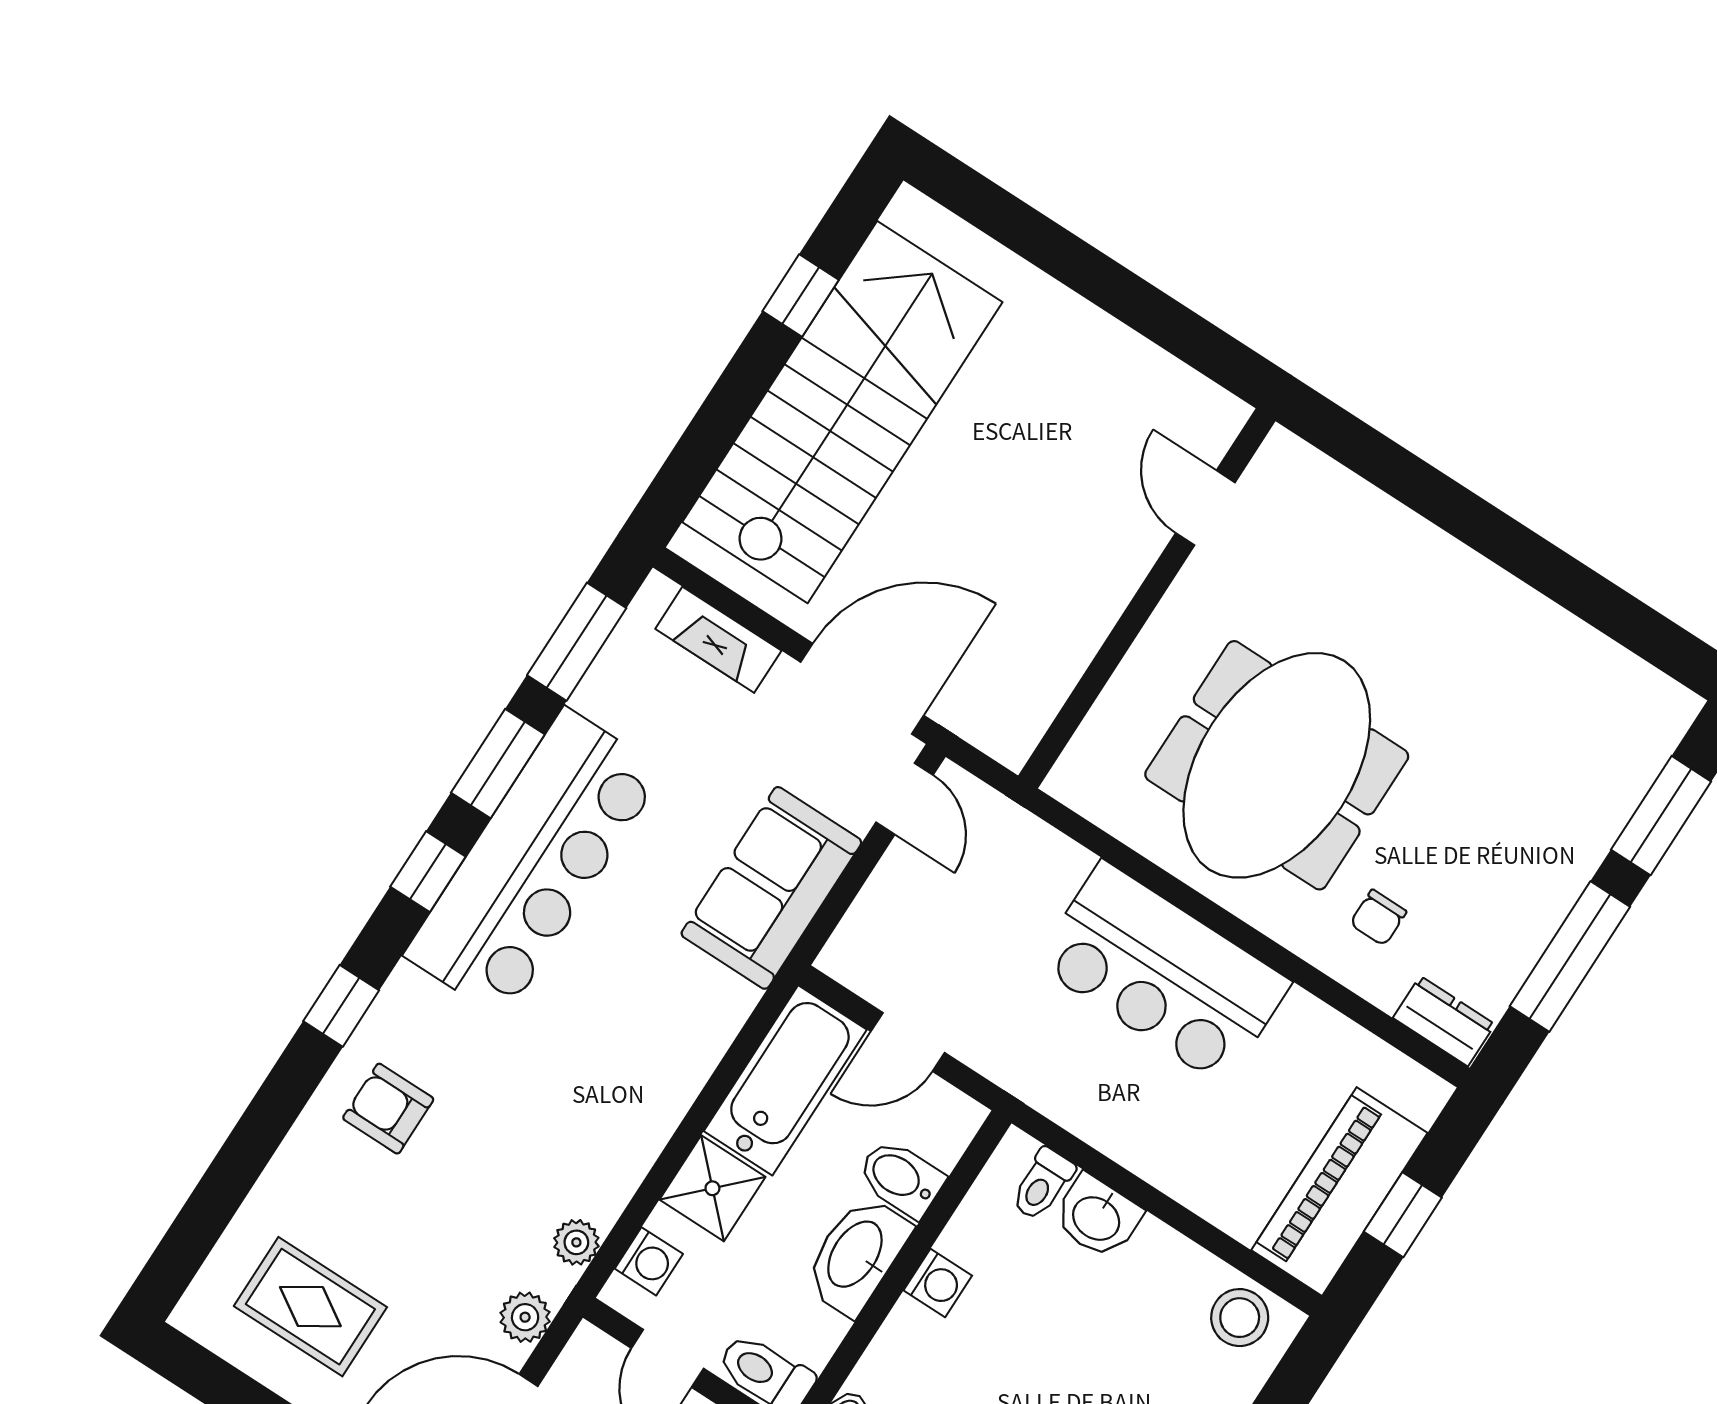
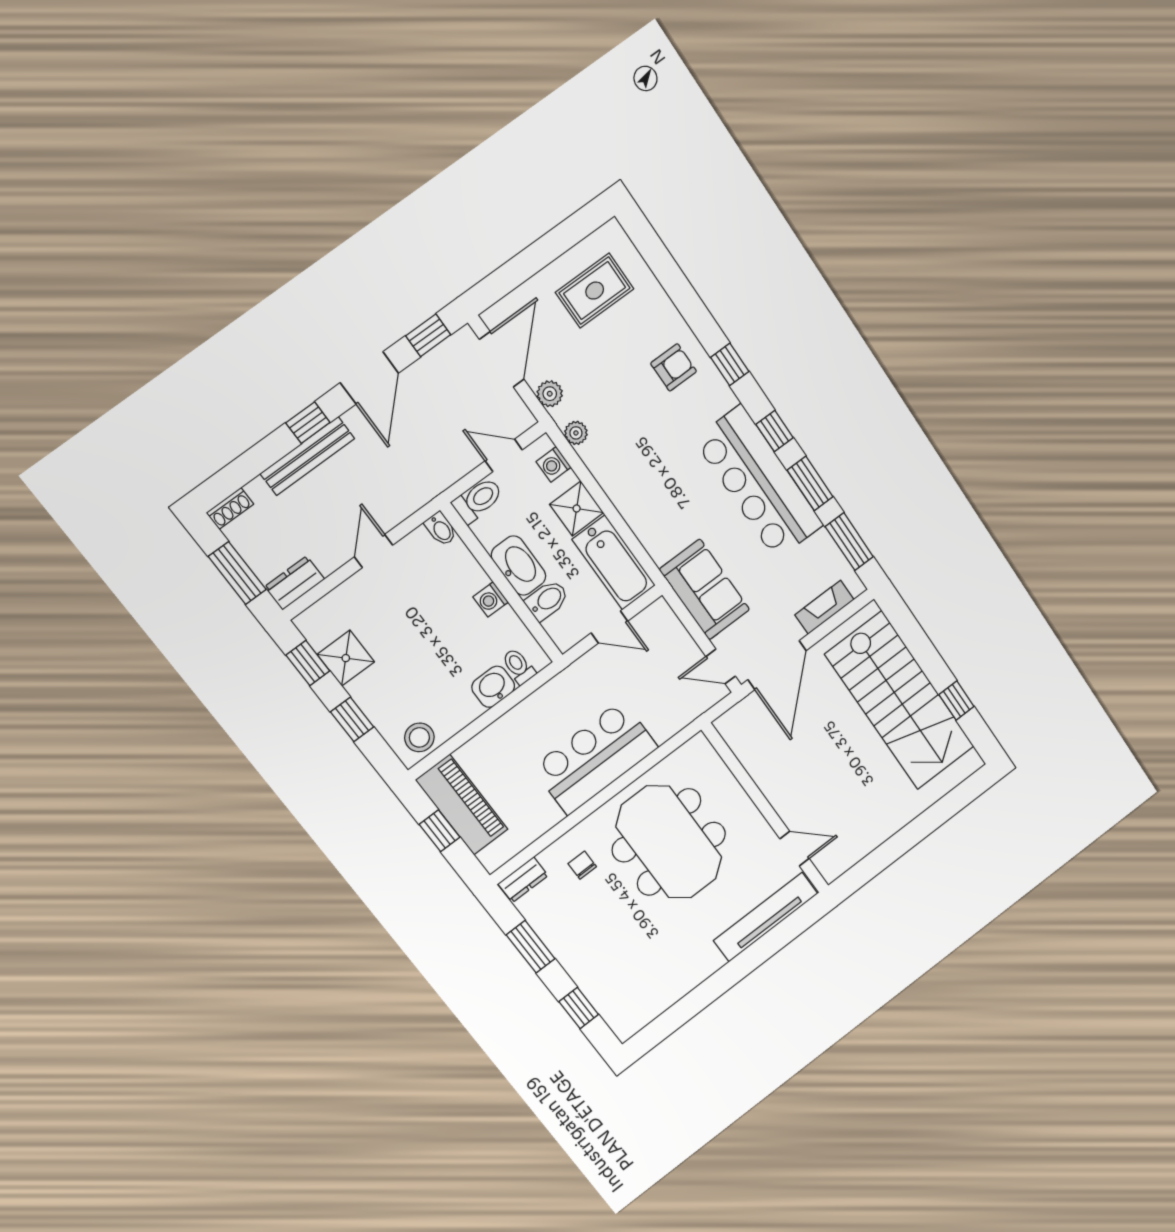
tv unit: (1360, 511) -> (766, 917), added
window: (1661, 816) -> (579, 1008), width x0.67
window: (1570, 957) -> (531, 947), width x0.69
door: (908, 1042) -> (609, 627), swing flipped

